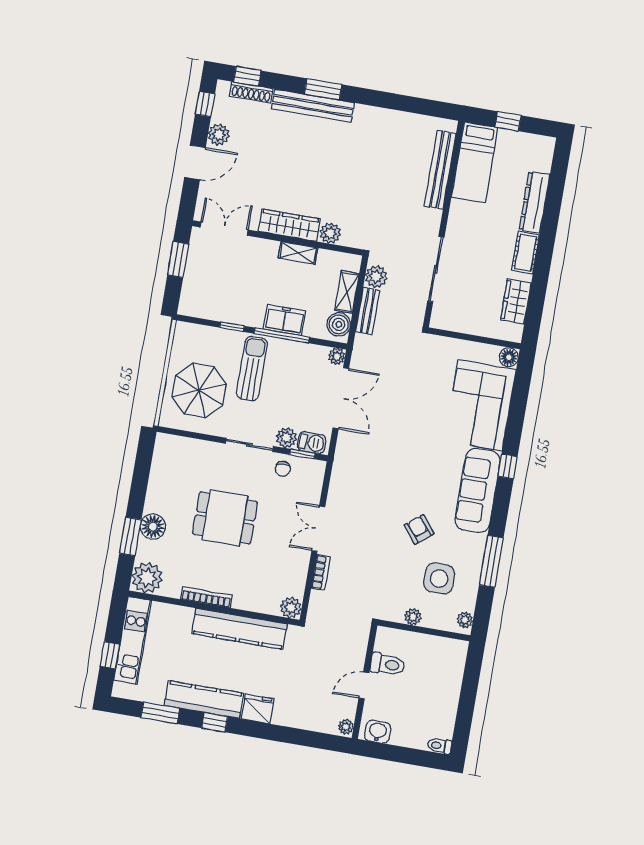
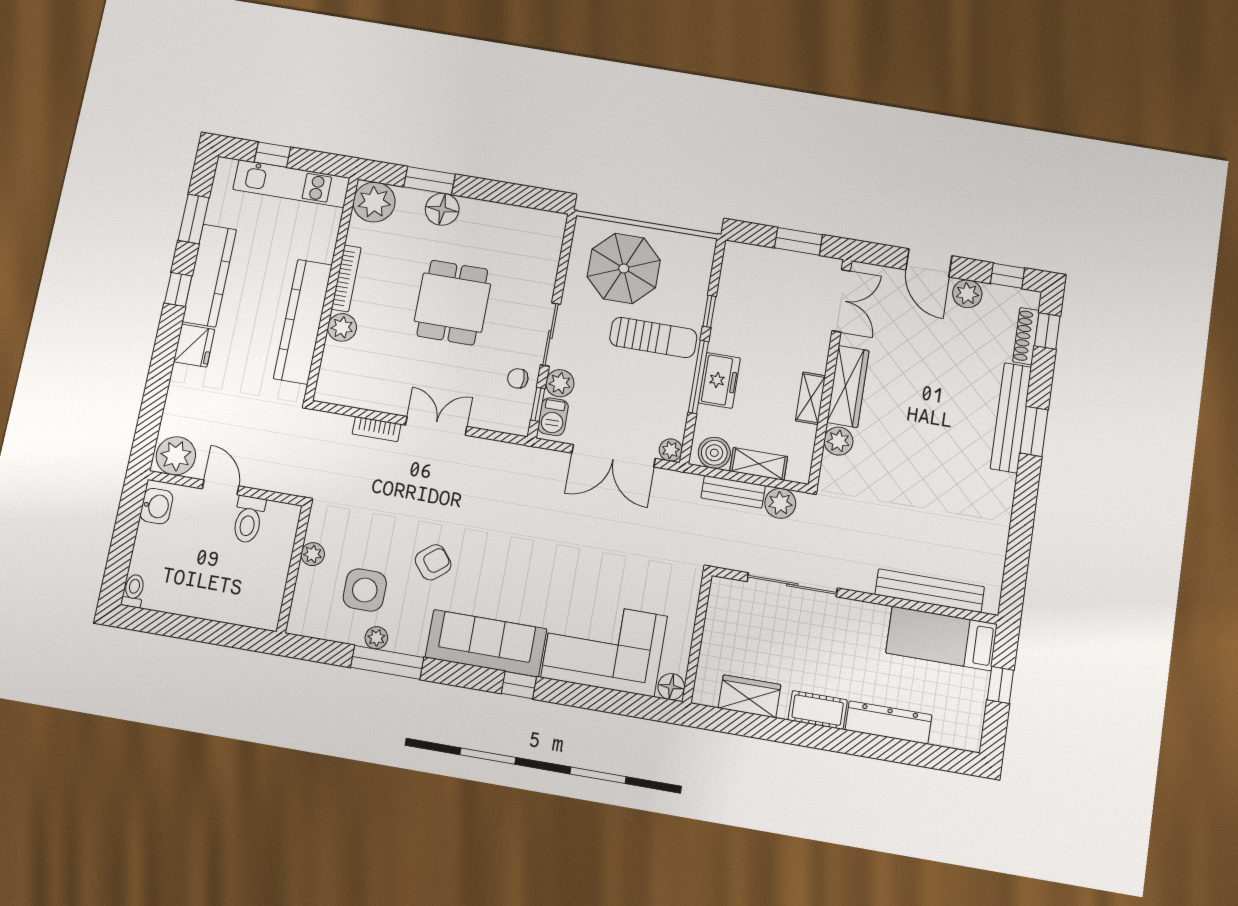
plant: (291, 608) -> (342, 327), moved
plant: (465, 620) -> (376, 638), moved
plant: (346, 727) -> (176, 456), width x1.88, depth x1.88

